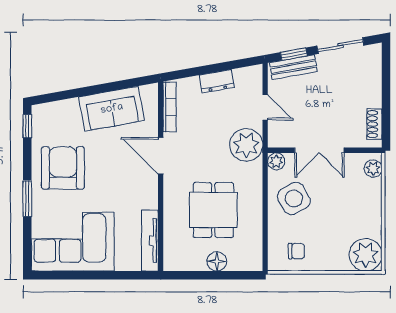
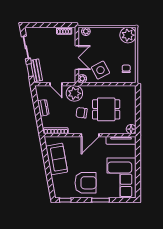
door: (265, 107) -> (56, 84), swing flipped
door: (161, 156) -> (90, 135), moved
chair: (206, 160) -> (82, 113), added
armchair: (63, 168) -> (86, 183), turned 180
floor lamp: (217, 261) -> (131, 129), moved

